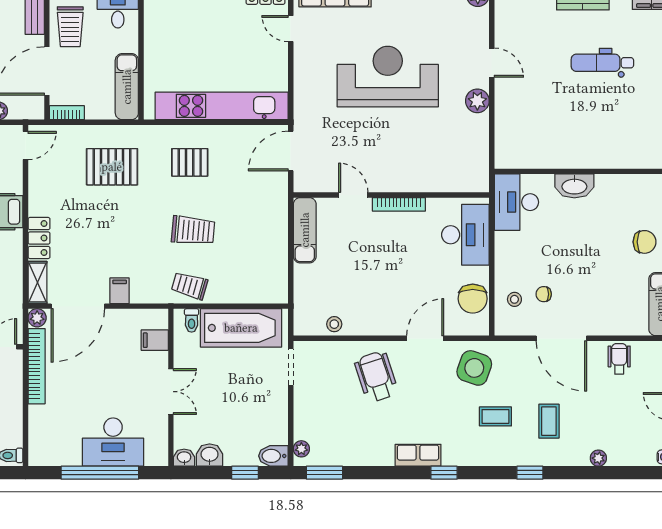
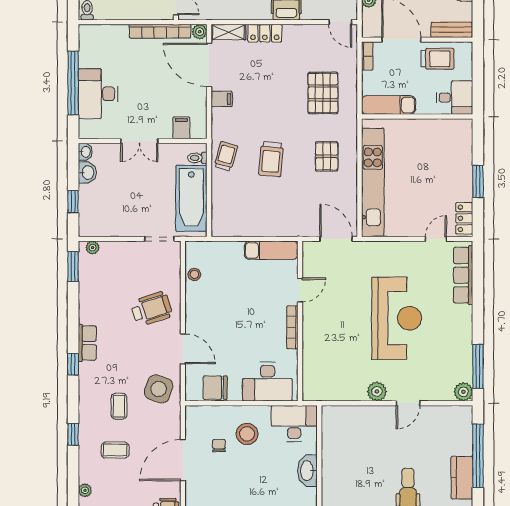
trolley: (70, 27) -> (437, 59), turned 180
stool: (514, 299) -> (247, 434), moved, width x1.89, depth x1.89
bidet: (273, 456) -> (87, 225), removed

